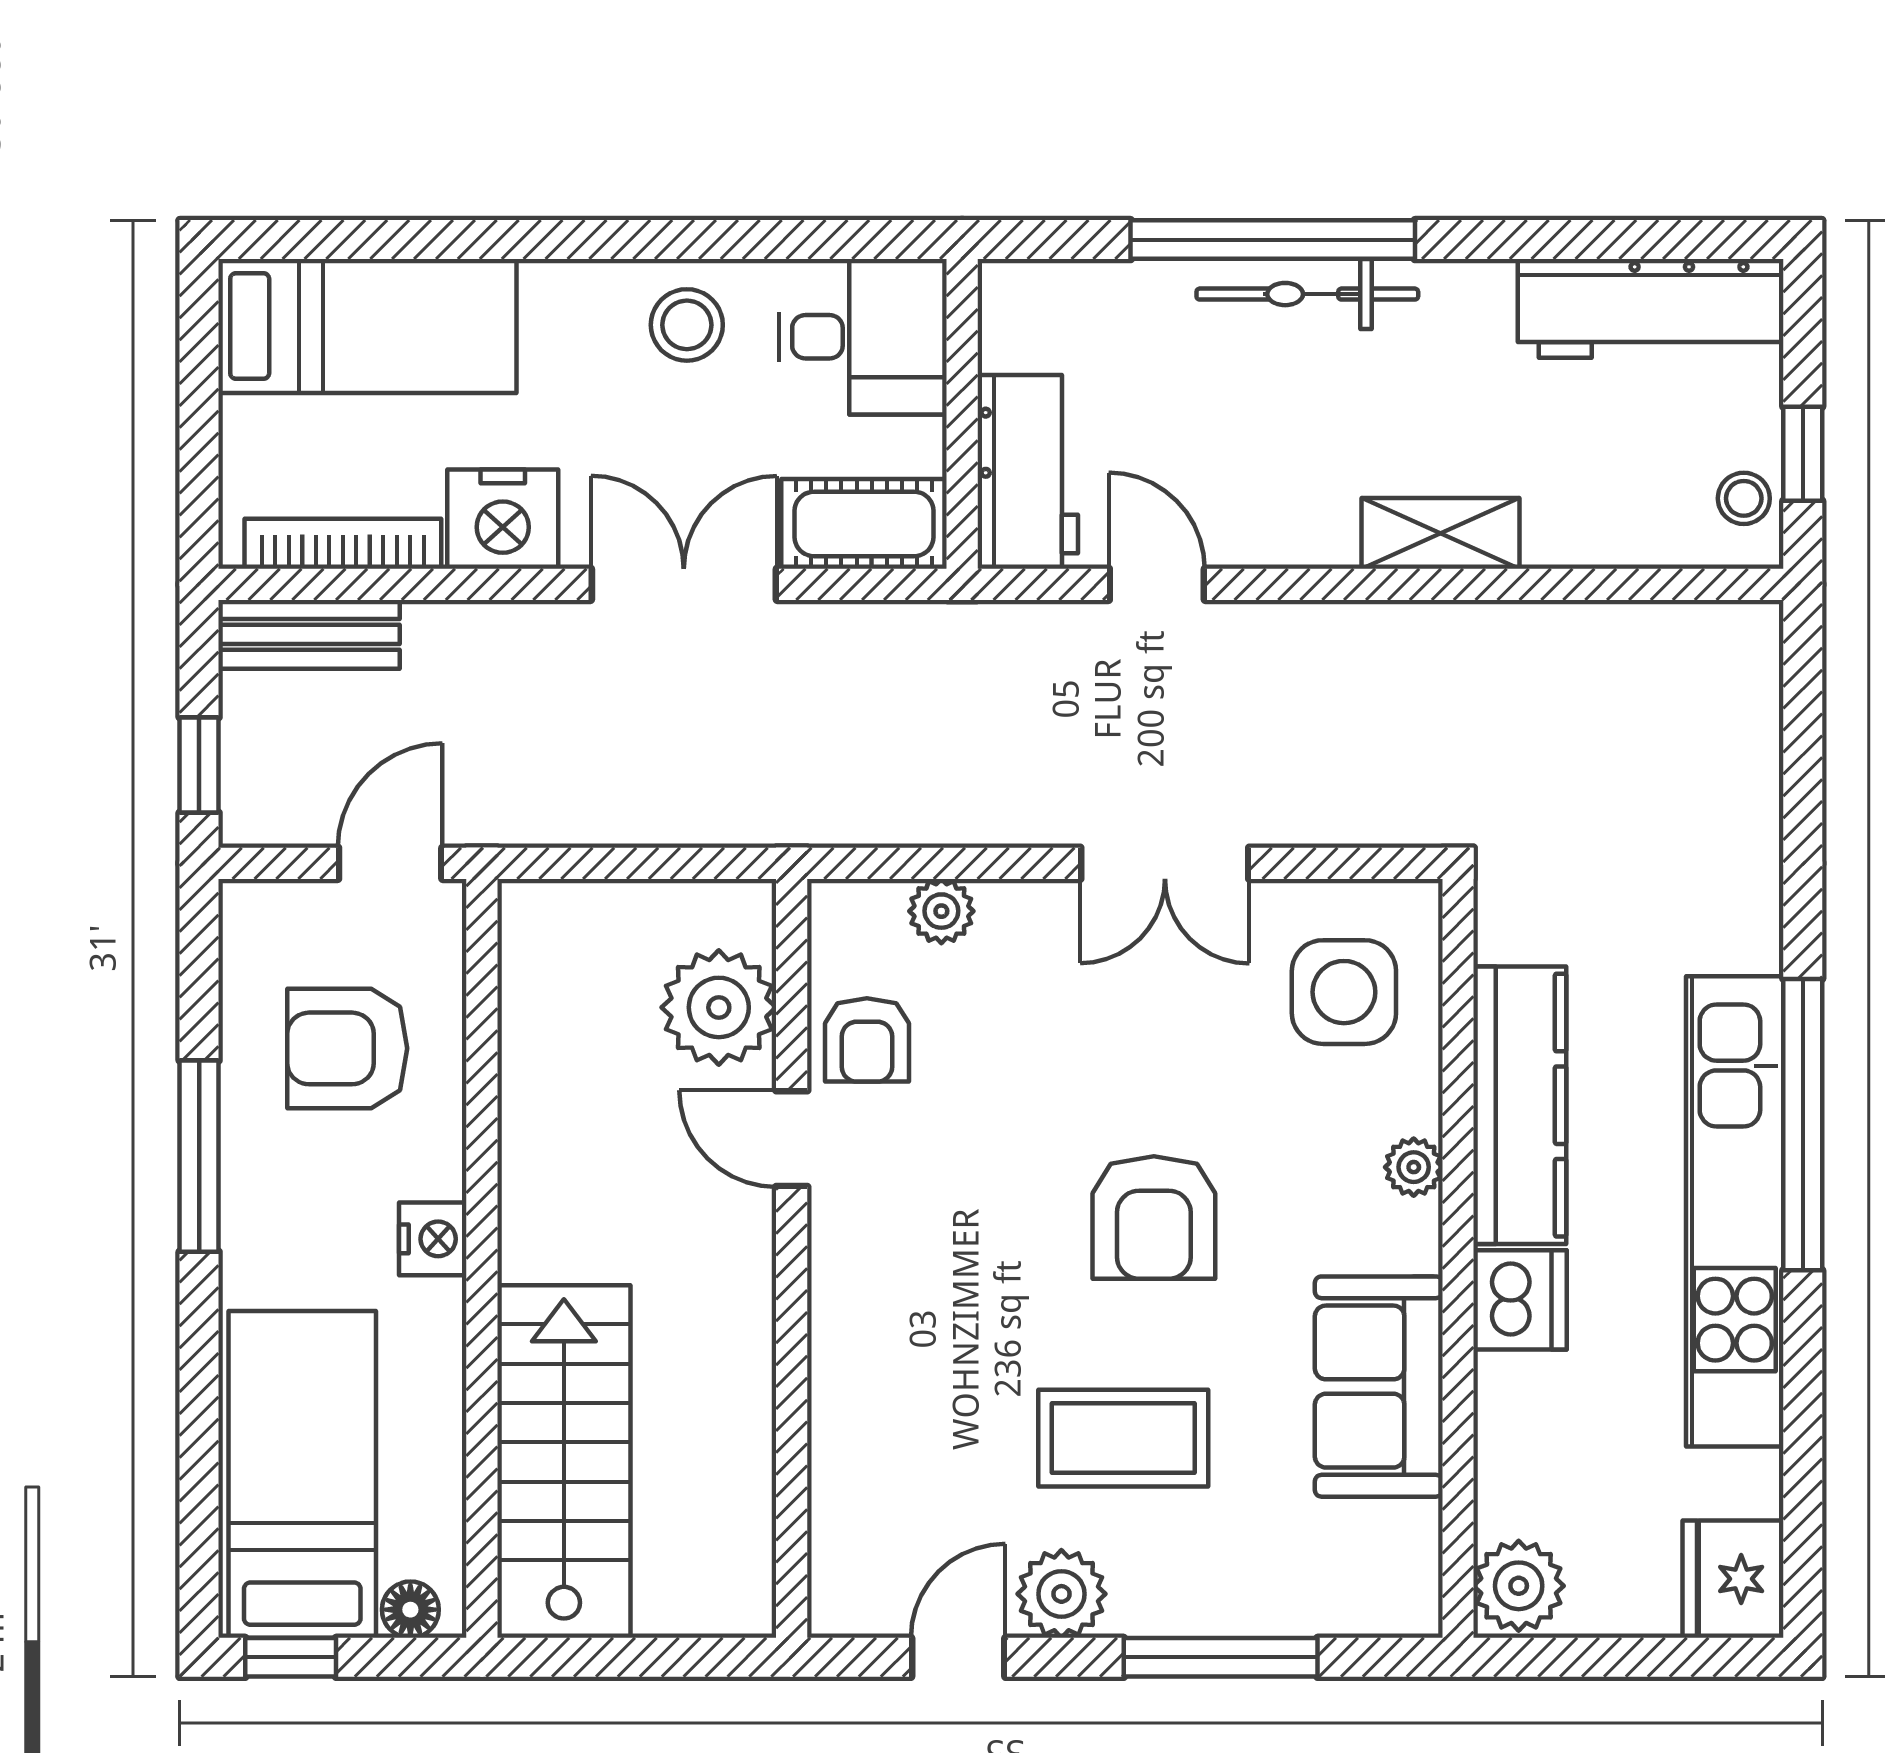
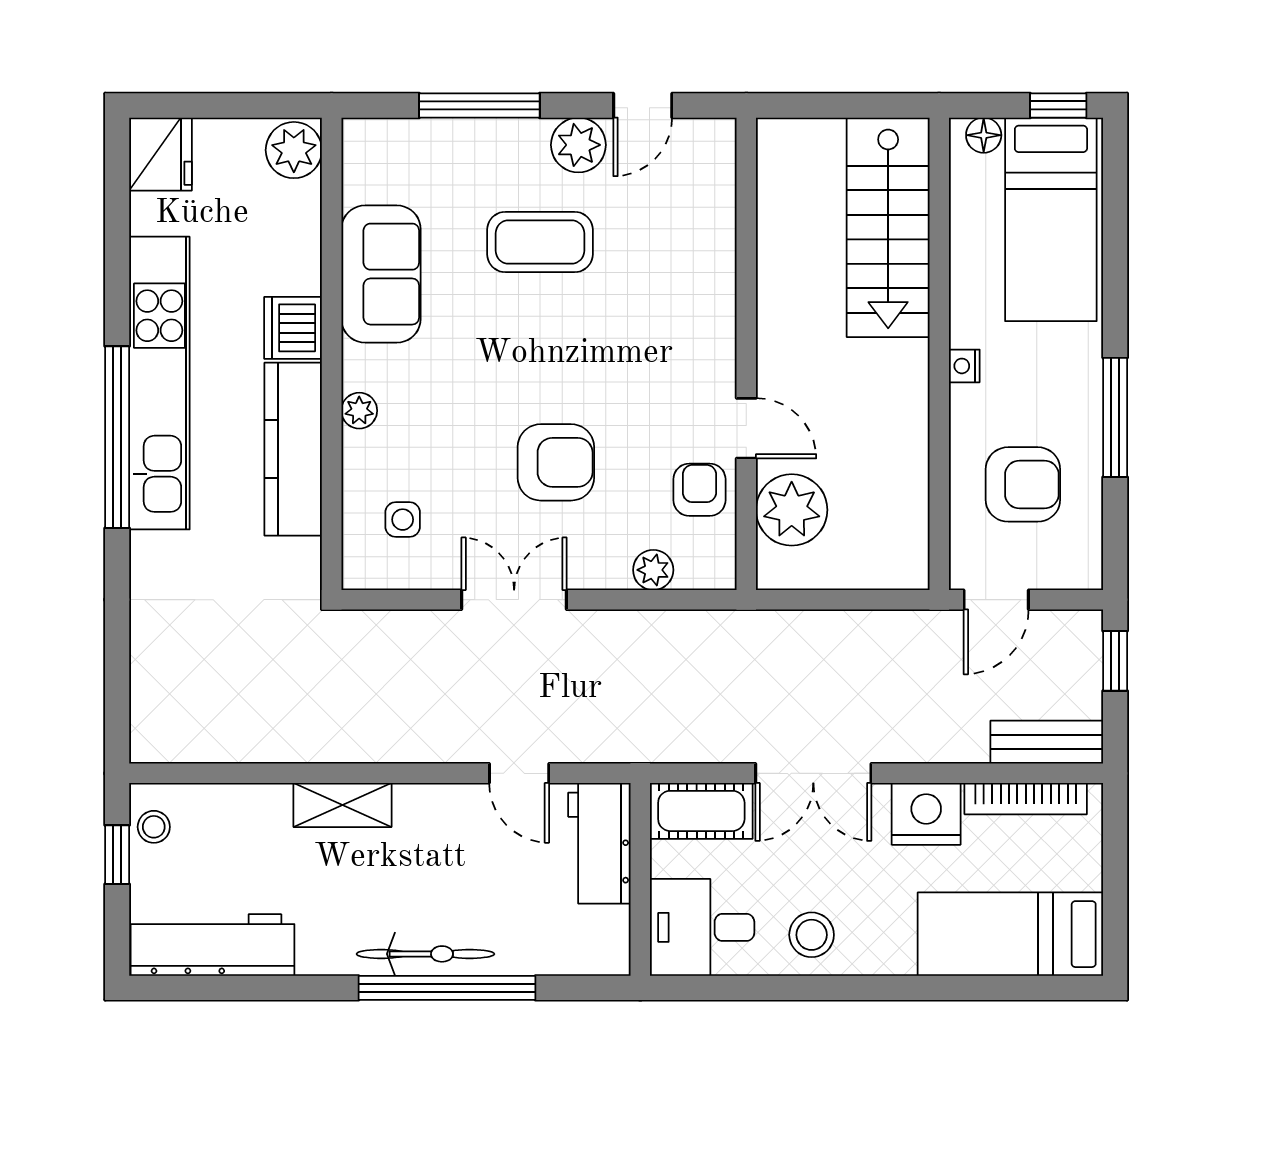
side table: (1344, 992) -> (403, 520), width x0.54, depth x0.54
armchair: (1154, 1218) -> (556, 462), moved, turned 90
nightstand: (433, 1239) -> (964, 366), width x0.72, depth x0.74

